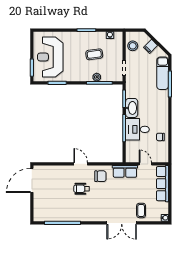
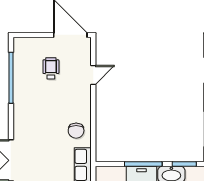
door: (81, 164) -> (93, 75), moved
wheelchair: (82, 189) -> (51, 68), moved

